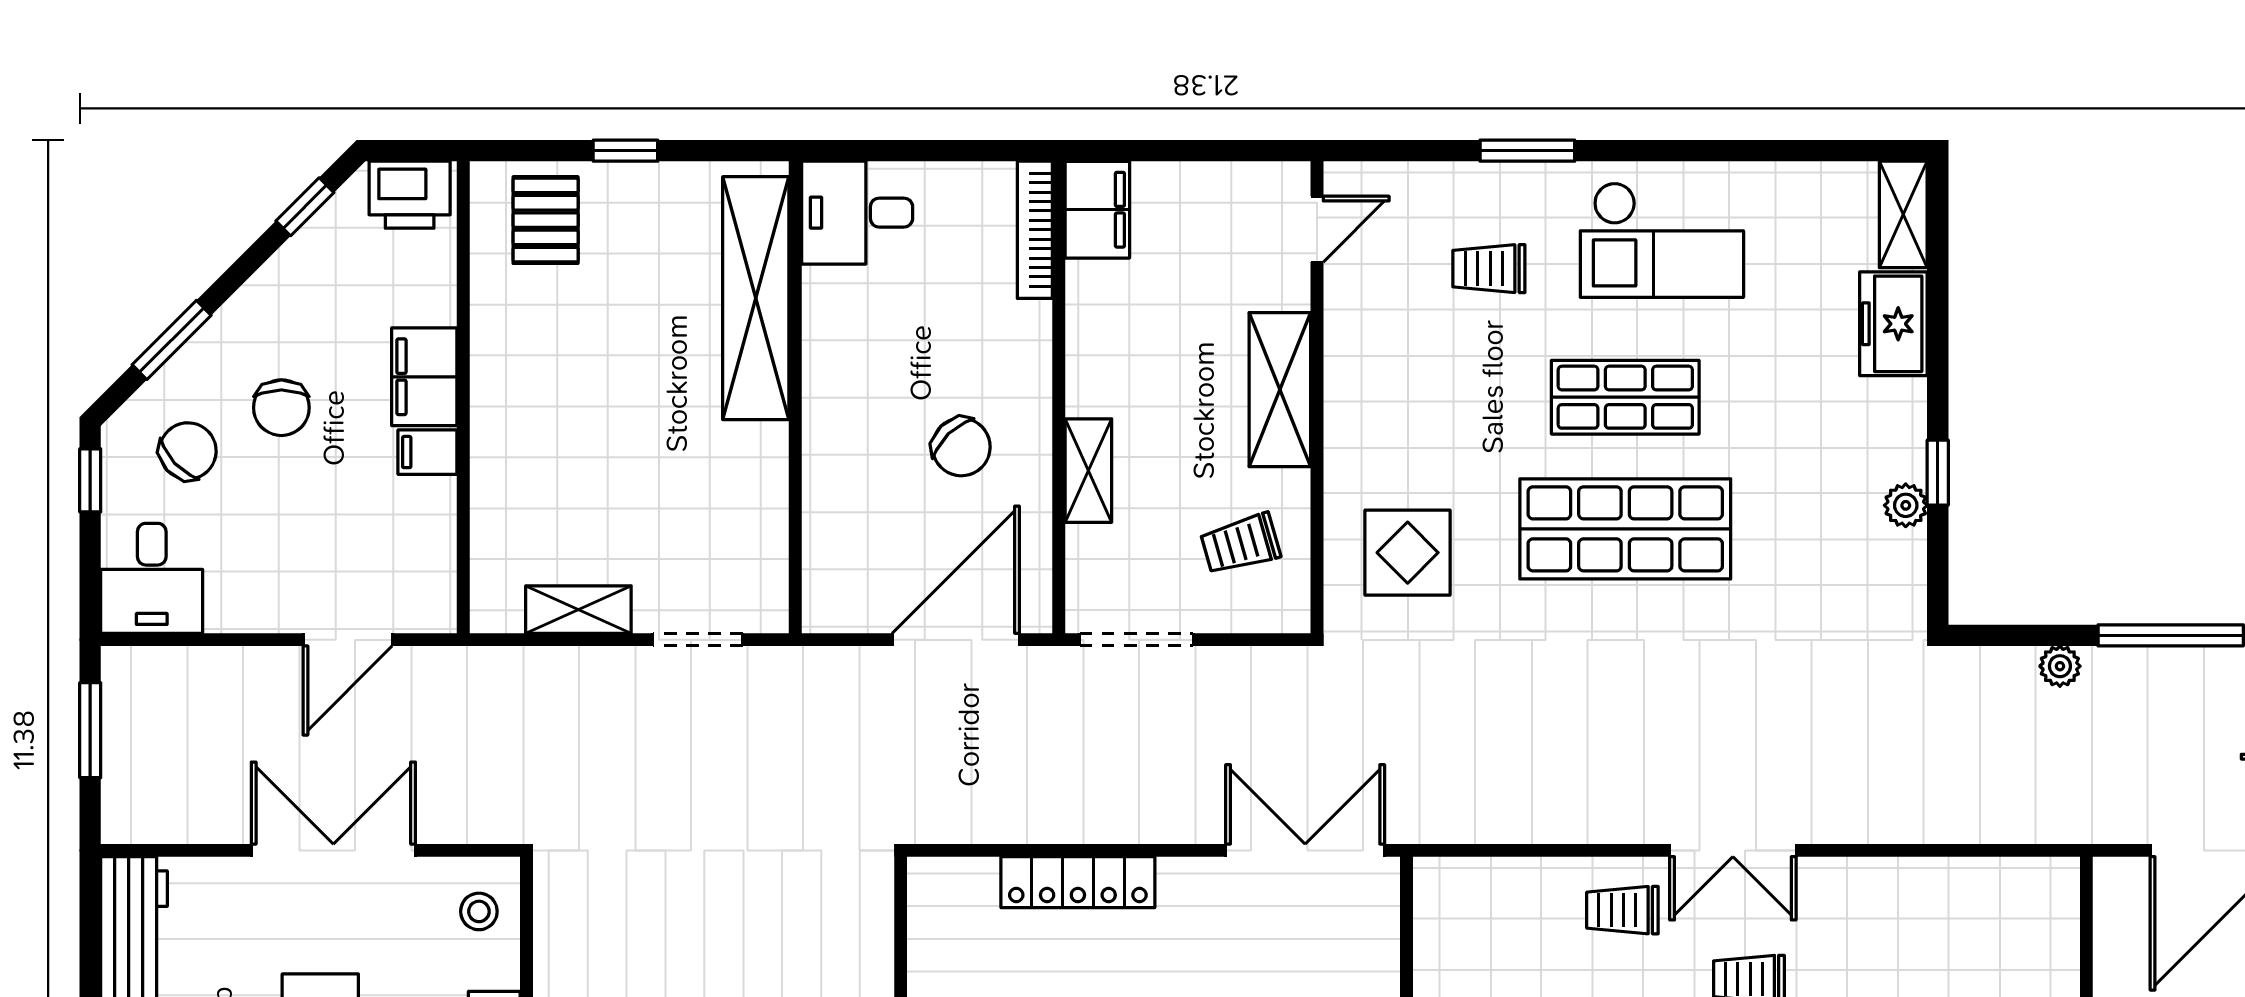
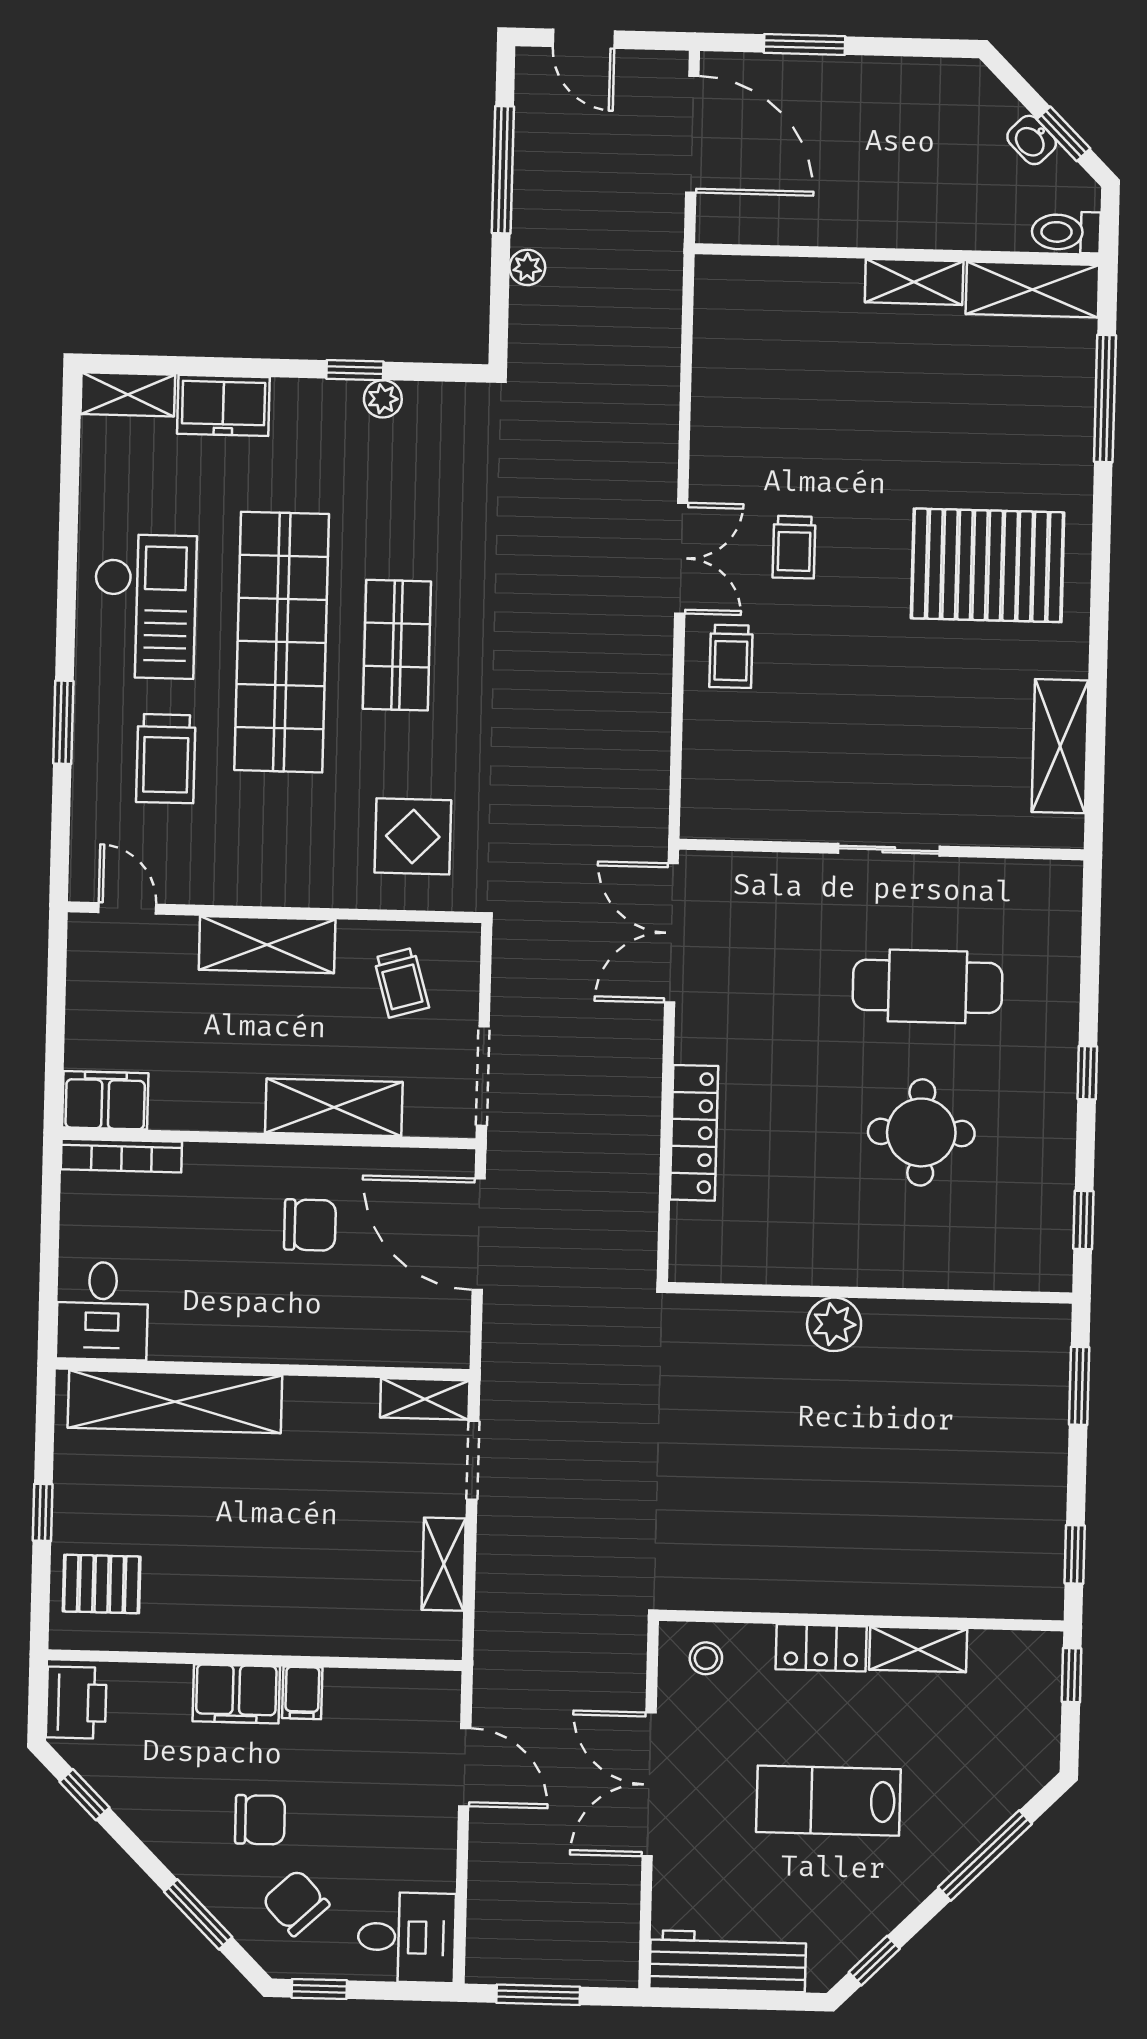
trolley: (1489, 269) -> (166, 759), width x1.36, depth x1.39
shop shelf: (1625, 397) -> (282, 642), width x2.00, depth x1.36
chair: (961, 447) -> (310, 1225), turned 44
shelving: (1088, 471) -> (334, 1107), width x1.50, depth x1.33
shop shelf: (1625, 529) -> (397, 645), width x0.70, depth x0.74
shelving: (766, 583) -> (425, 1399), added

